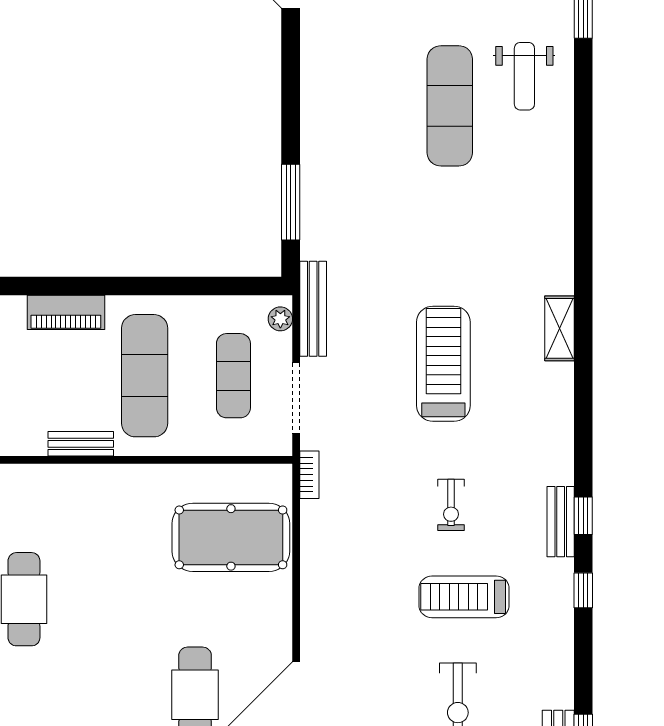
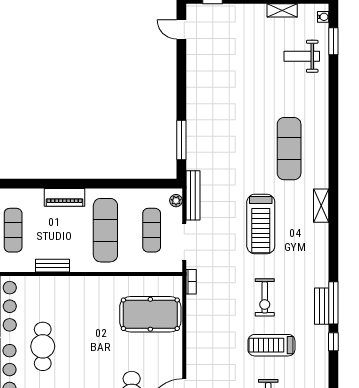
weight bench: (524, 76) -> (302, 56), moved, turned 90
exercise mat: (450, 106) -> (289, 149), moved
treadmill: (443, 364) -> (261, 224), turned 180
bench: (81, 444) -> (53, 266), moved
exercise bike: (451, 505) -> (265, 297), width x1.38, depth x1.39
window: (583, 516) -> (333, 303), width x2.17

